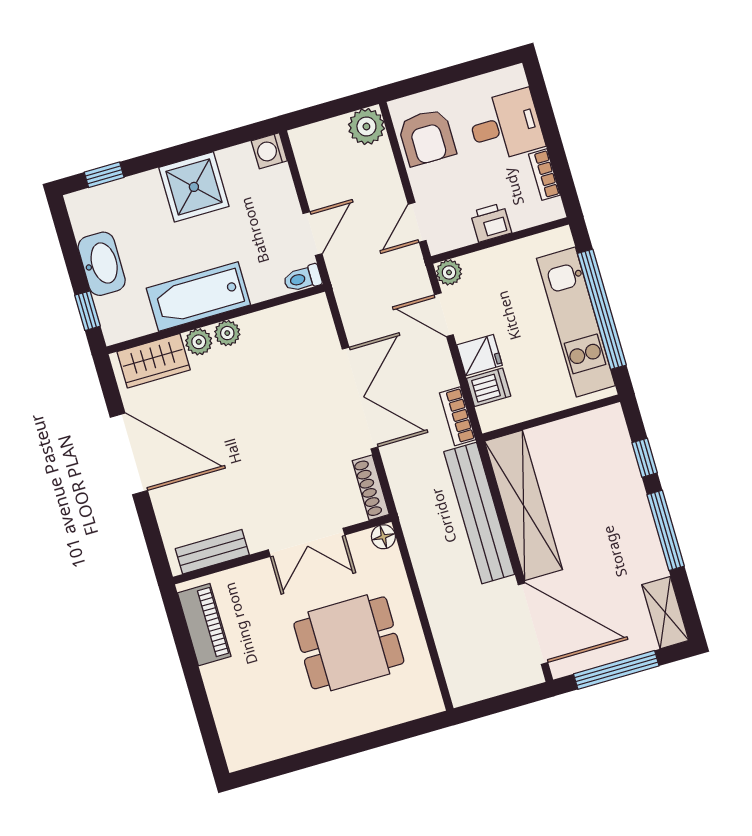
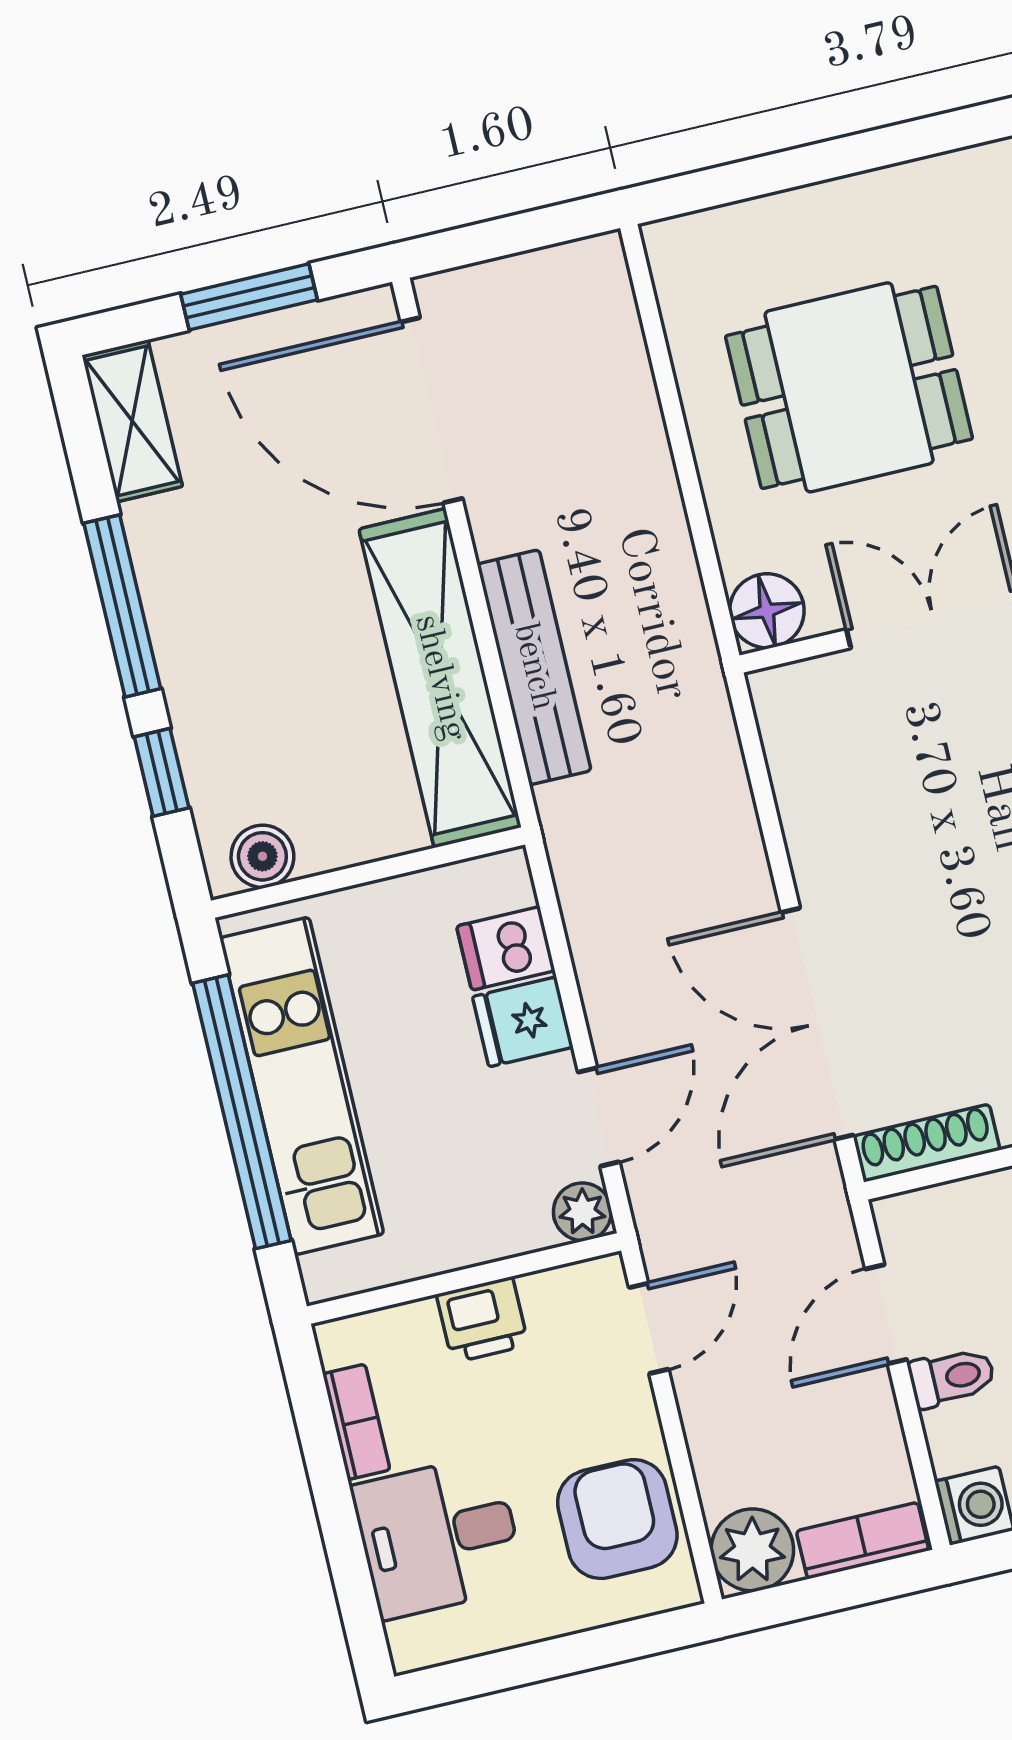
toilet: (303, 278) -> (952, 1377), moved
door: (444, 315) -> (599, 1117), hinge flipped
double door: (360, 398) -> (817, 1024), moved
bookcase: (458, 416) -> (863, 1541), moved, turned -90
boiler: (598, 423) -> (262, 856), added
shoe rack: (371, 488) -> (927, 1143), moved, turned -90
bench: (479, 513) -> (534, 667), width x0.73, depth x0.82
floor lamp: (383, 537) -> (767, 611), width x1.37, depth x1.37
window: (616, 670) -> (249, 297), width x0.69

